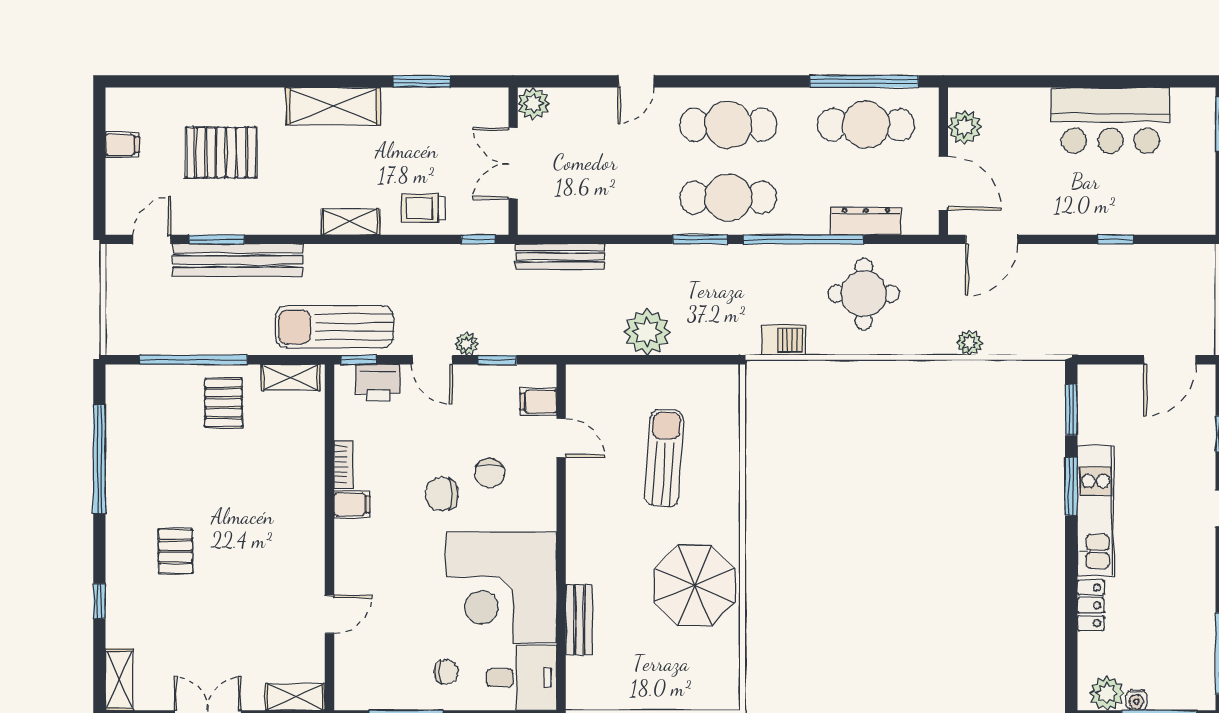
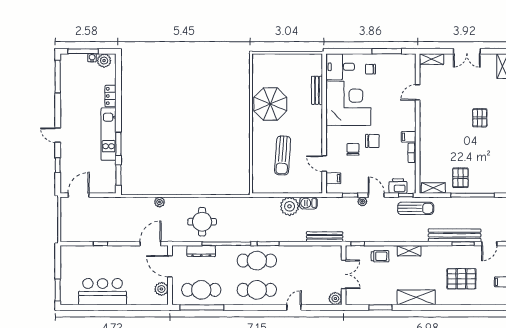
sun lounger: (334, 327) -> (416, 208), width x0.73, depth x0.75
barbecue: (783, 340) -> (308, 203), moved

